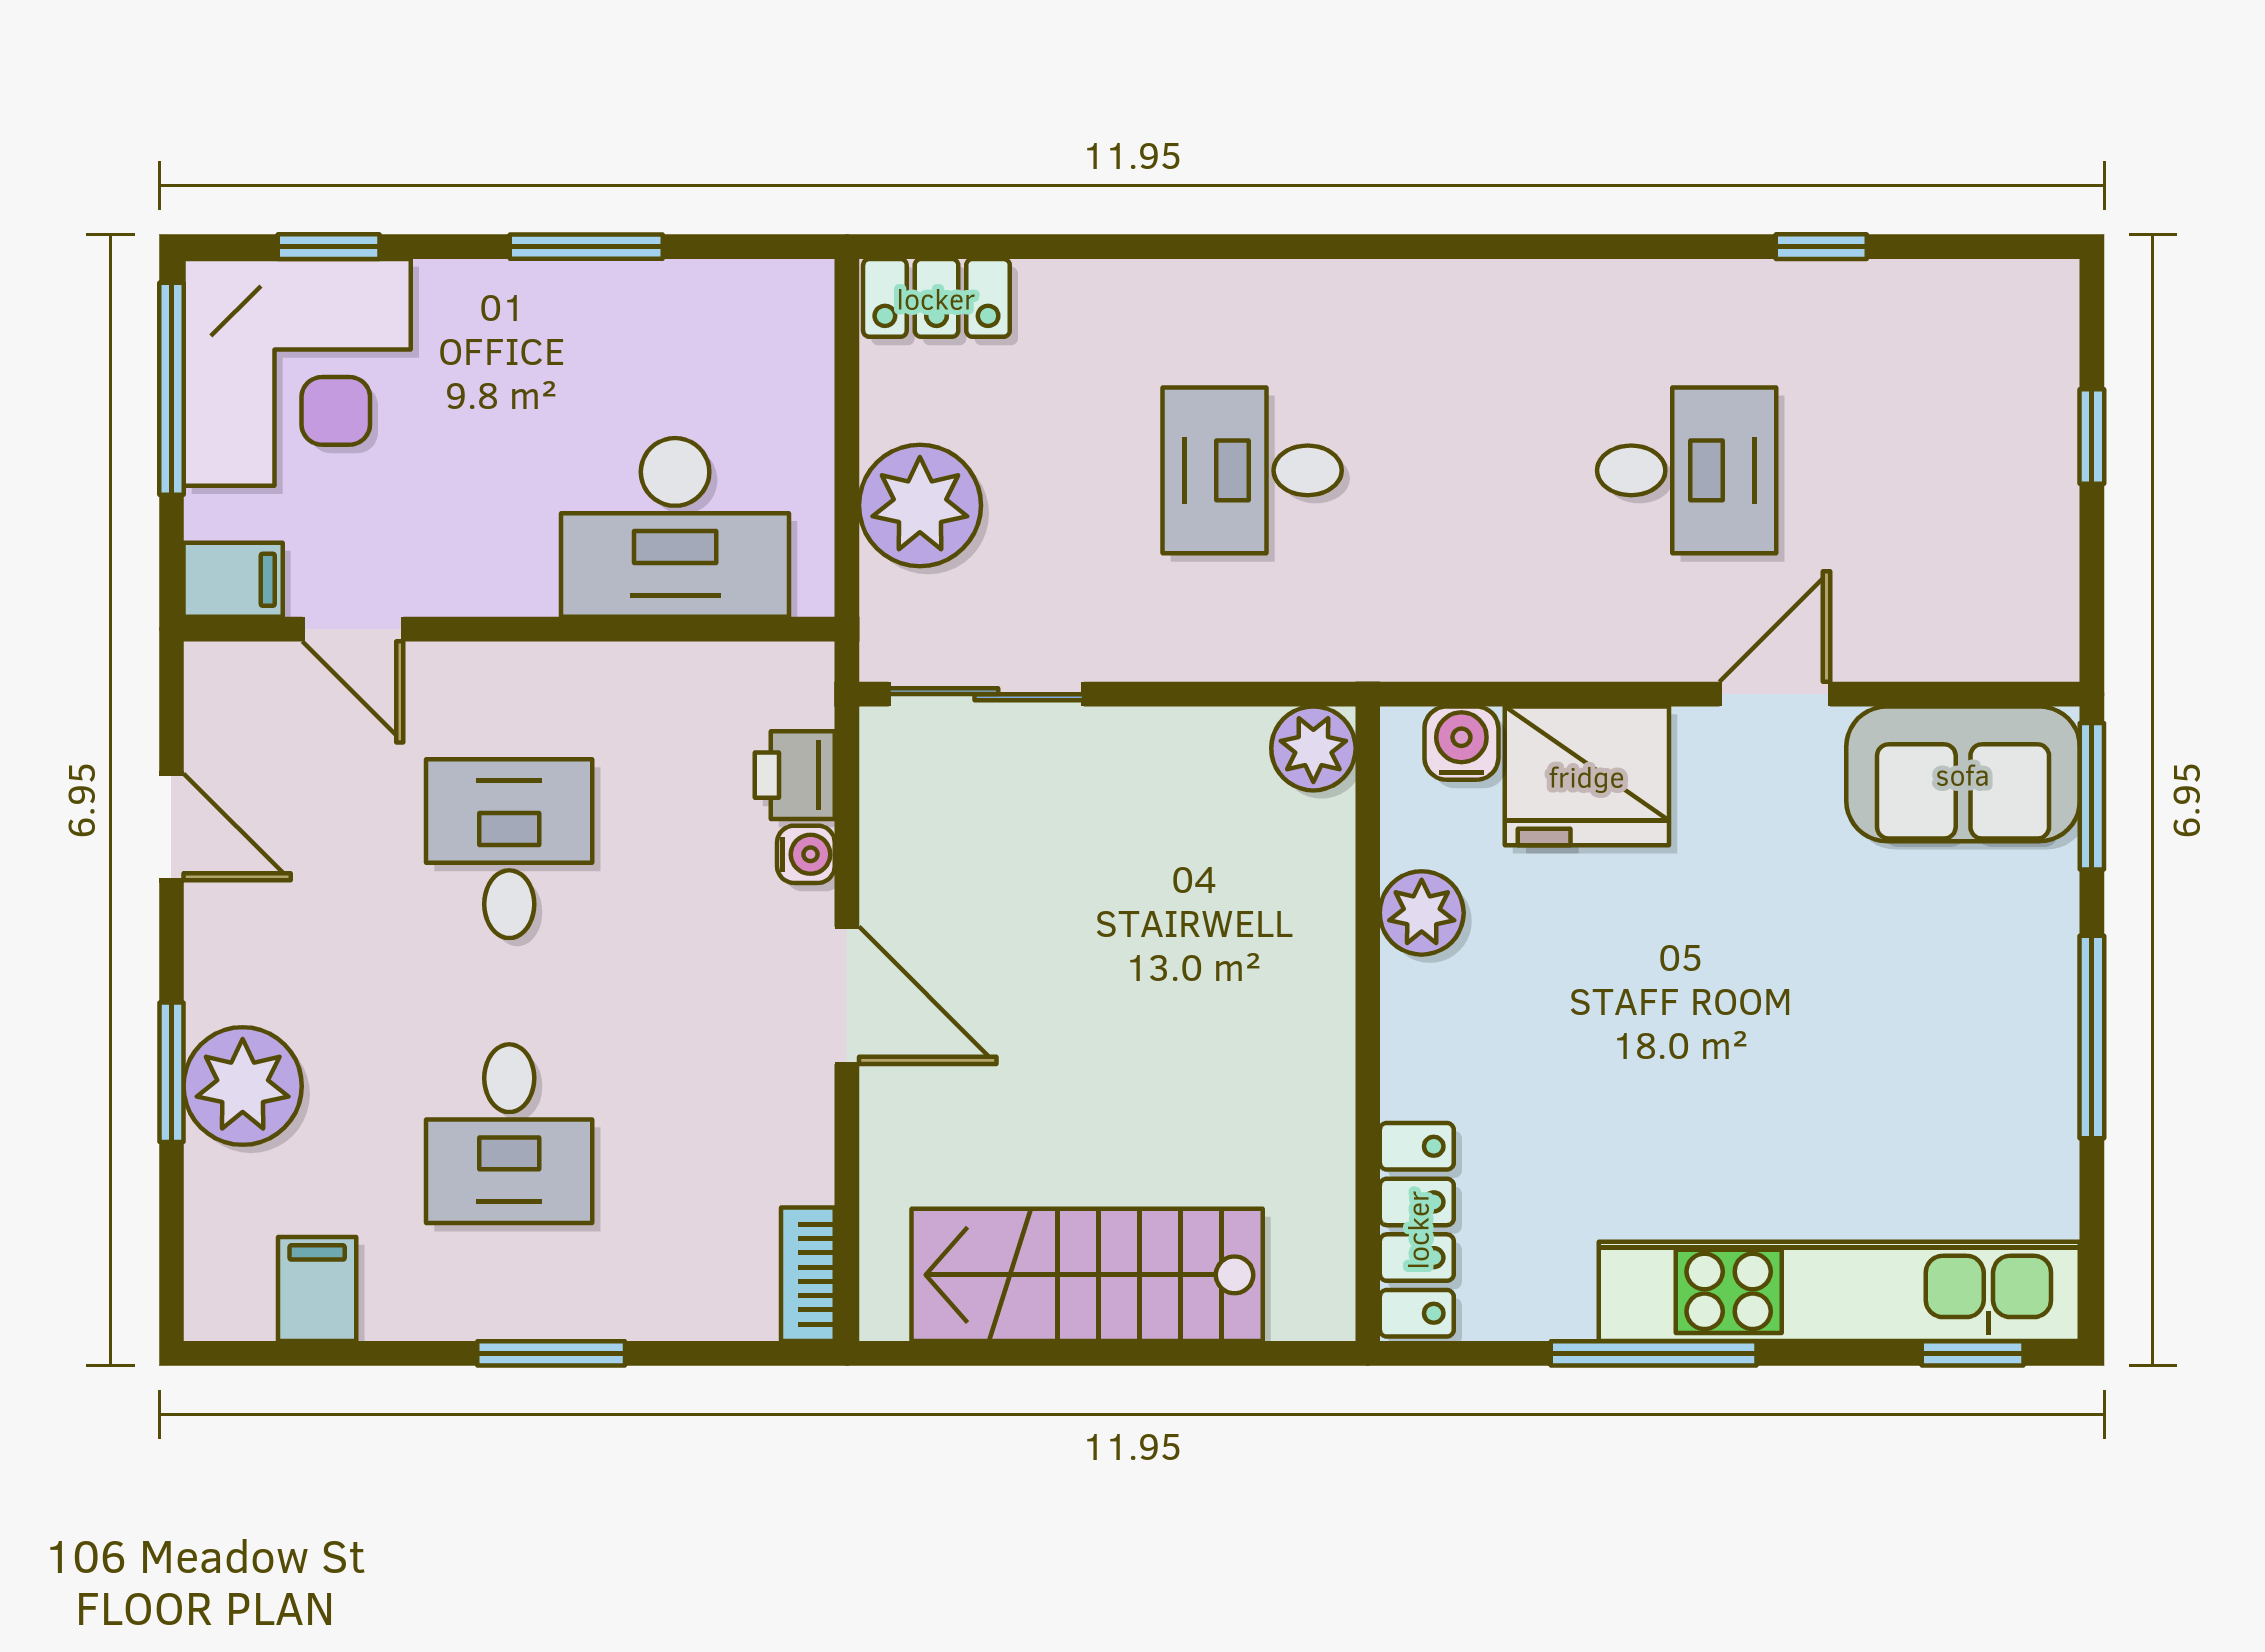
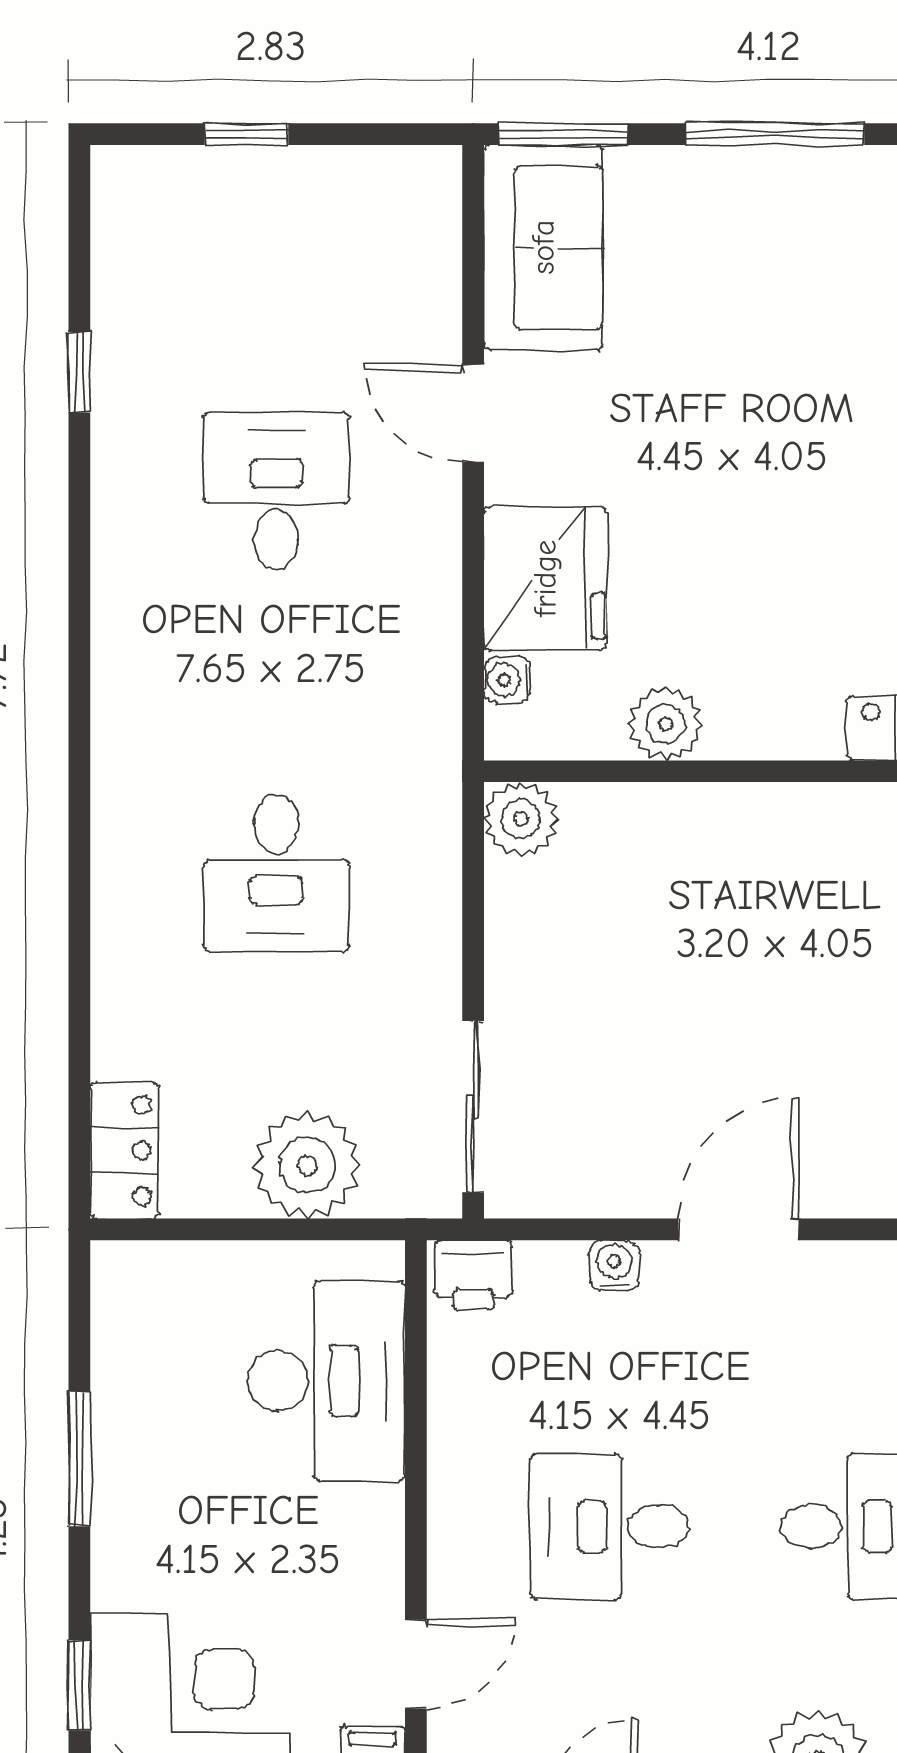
water cooler: (1461, 743) -> (507, 680), width x0.72, depth x0.72
printer: (795, 775) -> (473, 1275), moved

